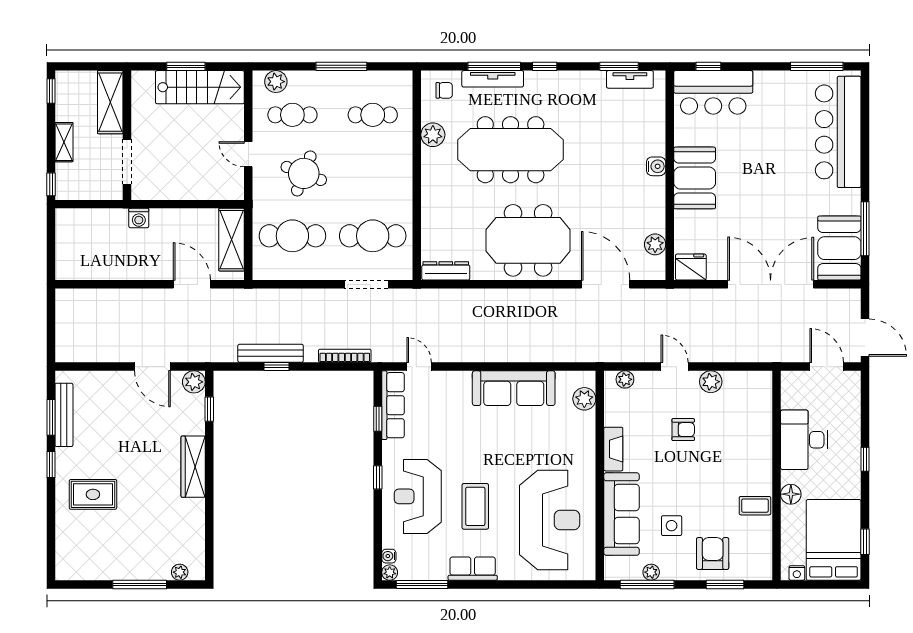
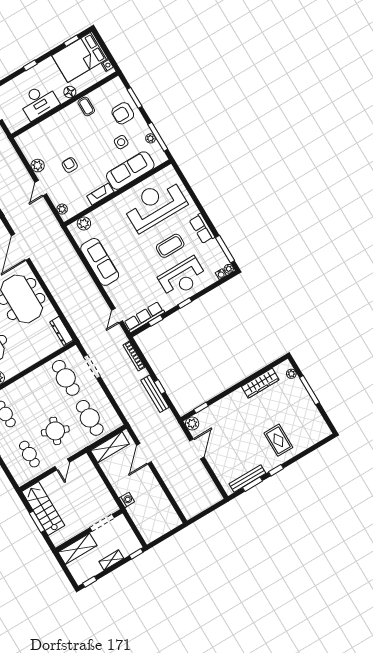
plant: (276, 82) -> (18, 472), removed
wardrobe: (193, 467) -> (260, 383), moved

